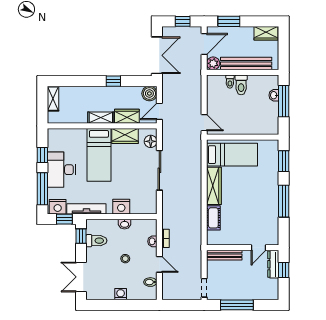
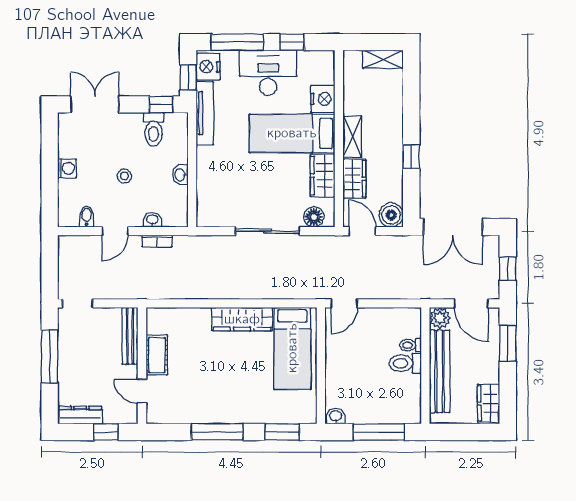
washbasin: (274, 95) -> (336, 416), moved
nightstand: (121, 207) -> (323, 99), moved, turned 180
cot: (213, 218) -> (157, 355), moved, turned 90
dresser: (273, 264) -> (80, 415), moved

